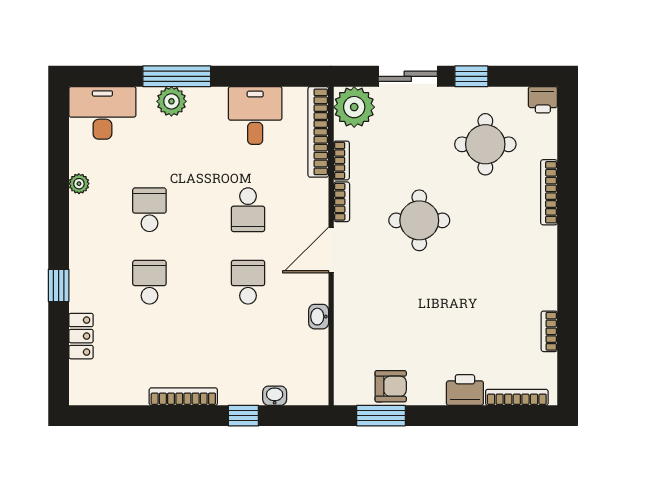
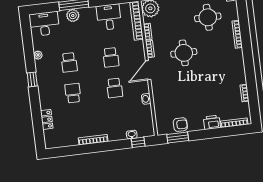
school desk: (149, 210) -> (69, 62), turned 180
school desk: (248, 282) -> (115, 88), turned 180
window: (59, 285) -> (32, 79), moved
window: (243, 416) -> (138, 142), moved

